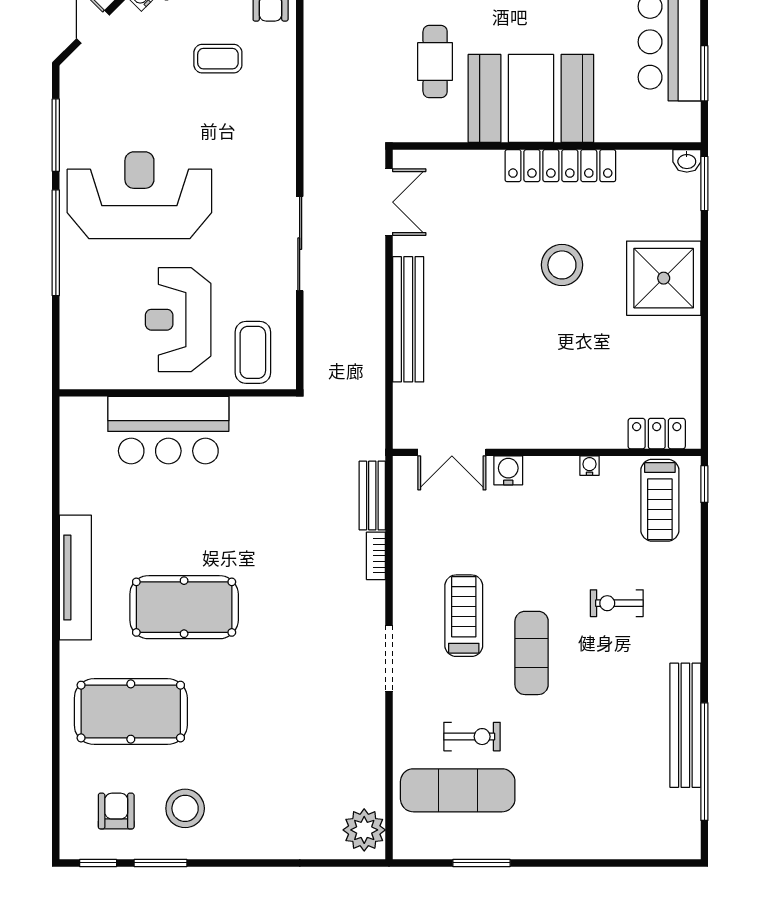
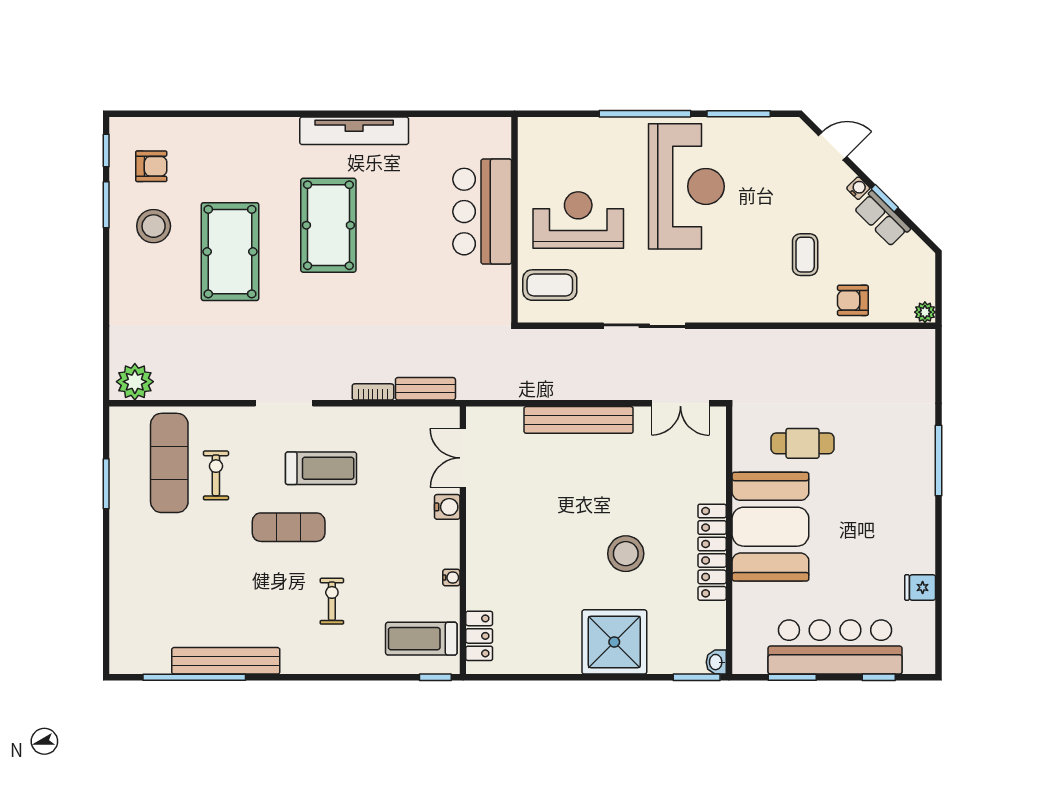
pool table: (131, 712) -> (230, 252), moved
exercise bike: (472, 737) -> (216, 475), turned 180

